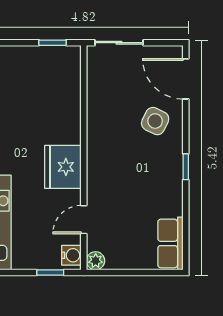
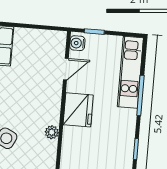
plant: (96, 261) -> (52, 132), moved

